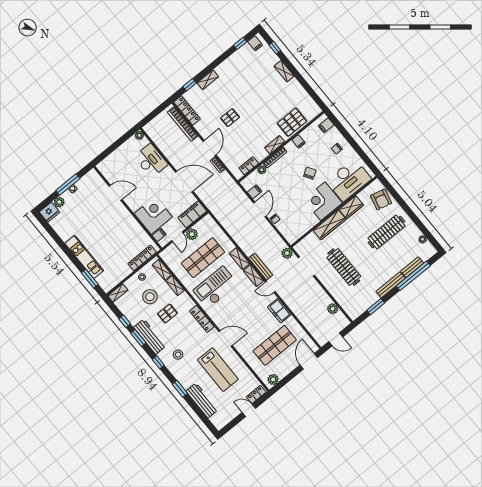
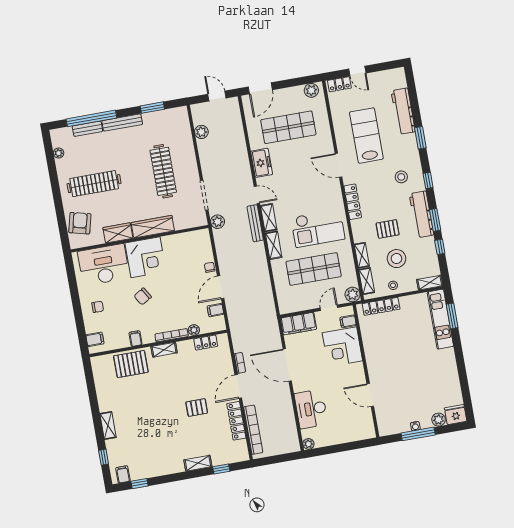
locker: (187, 111) -> (236, 421), moved
plant: (192, 234) -> (353, 294), moved
kitchen unit: (84, 257) -> (440, 319), moved

